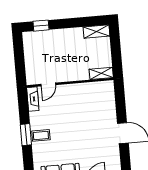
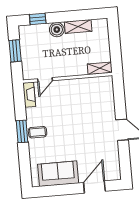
shelving: (96, 31) -> (78, 26), moved
boiler: (60, 36) -> (57, 30), added
window: (19, 56) -> (15, 51), added

